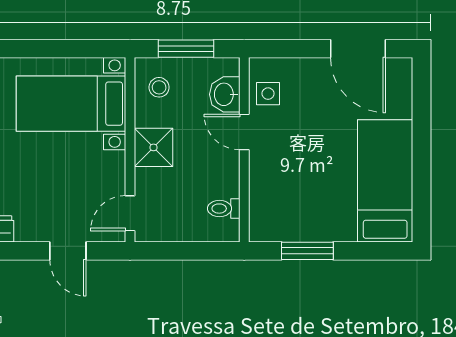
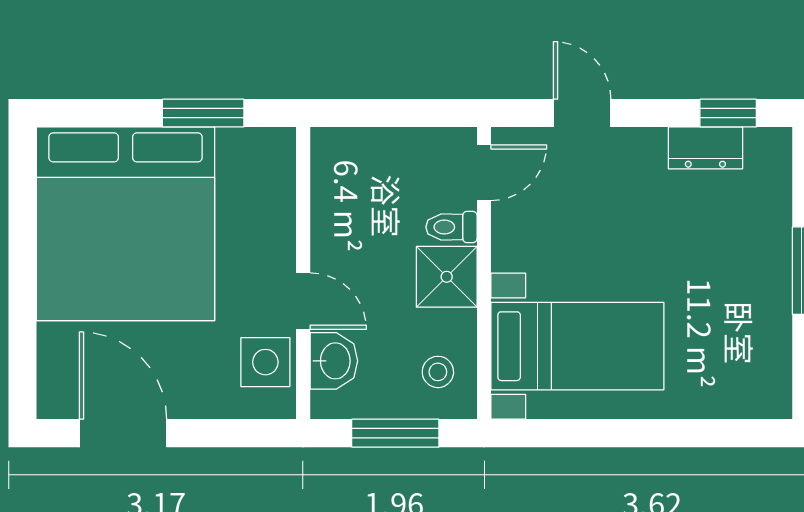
side table: (268, 94) -> (265, 362), width x1.37, depth x1.37
bed: (385, 181) -> (126, 224), width x2.04
toilet: (224, 209) -> (451, 227), moved, turned 180

